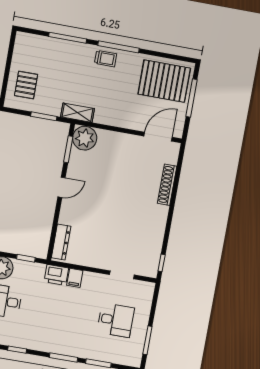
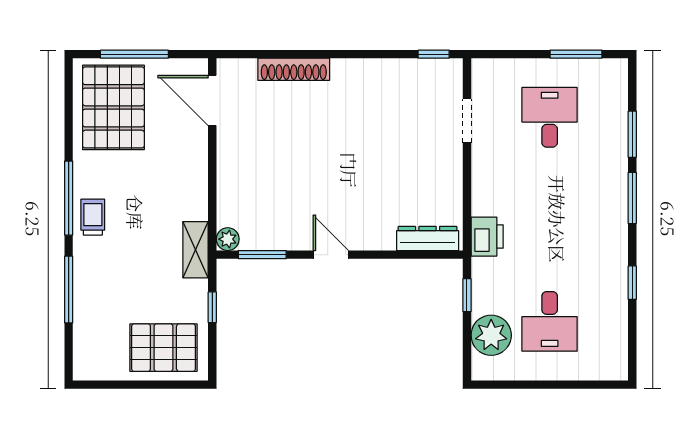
pallet: (26, 85) -> (163, 348), width x1.50, depth x1.42
window: (44, 116) -> (212, 307), width x0.67
plant: (85, 138) -> (228, 239), width x0.53, depth x0.53
filing cabinet: (75, 278) -> (487, 203), removed

